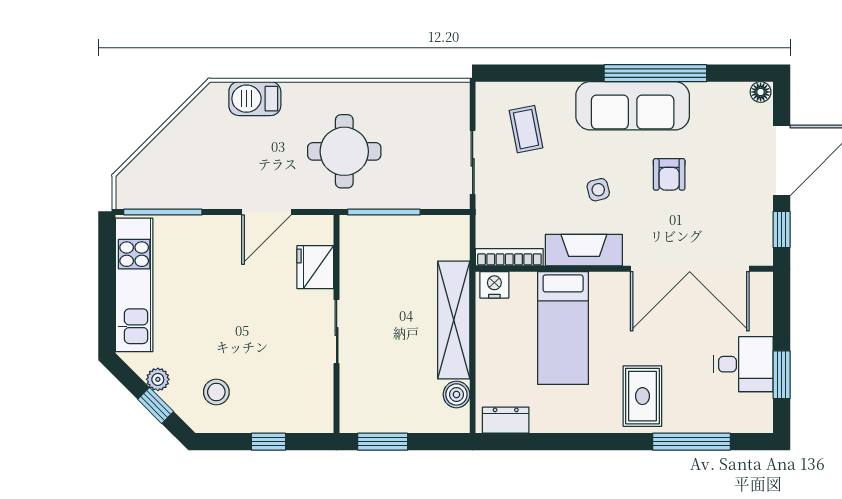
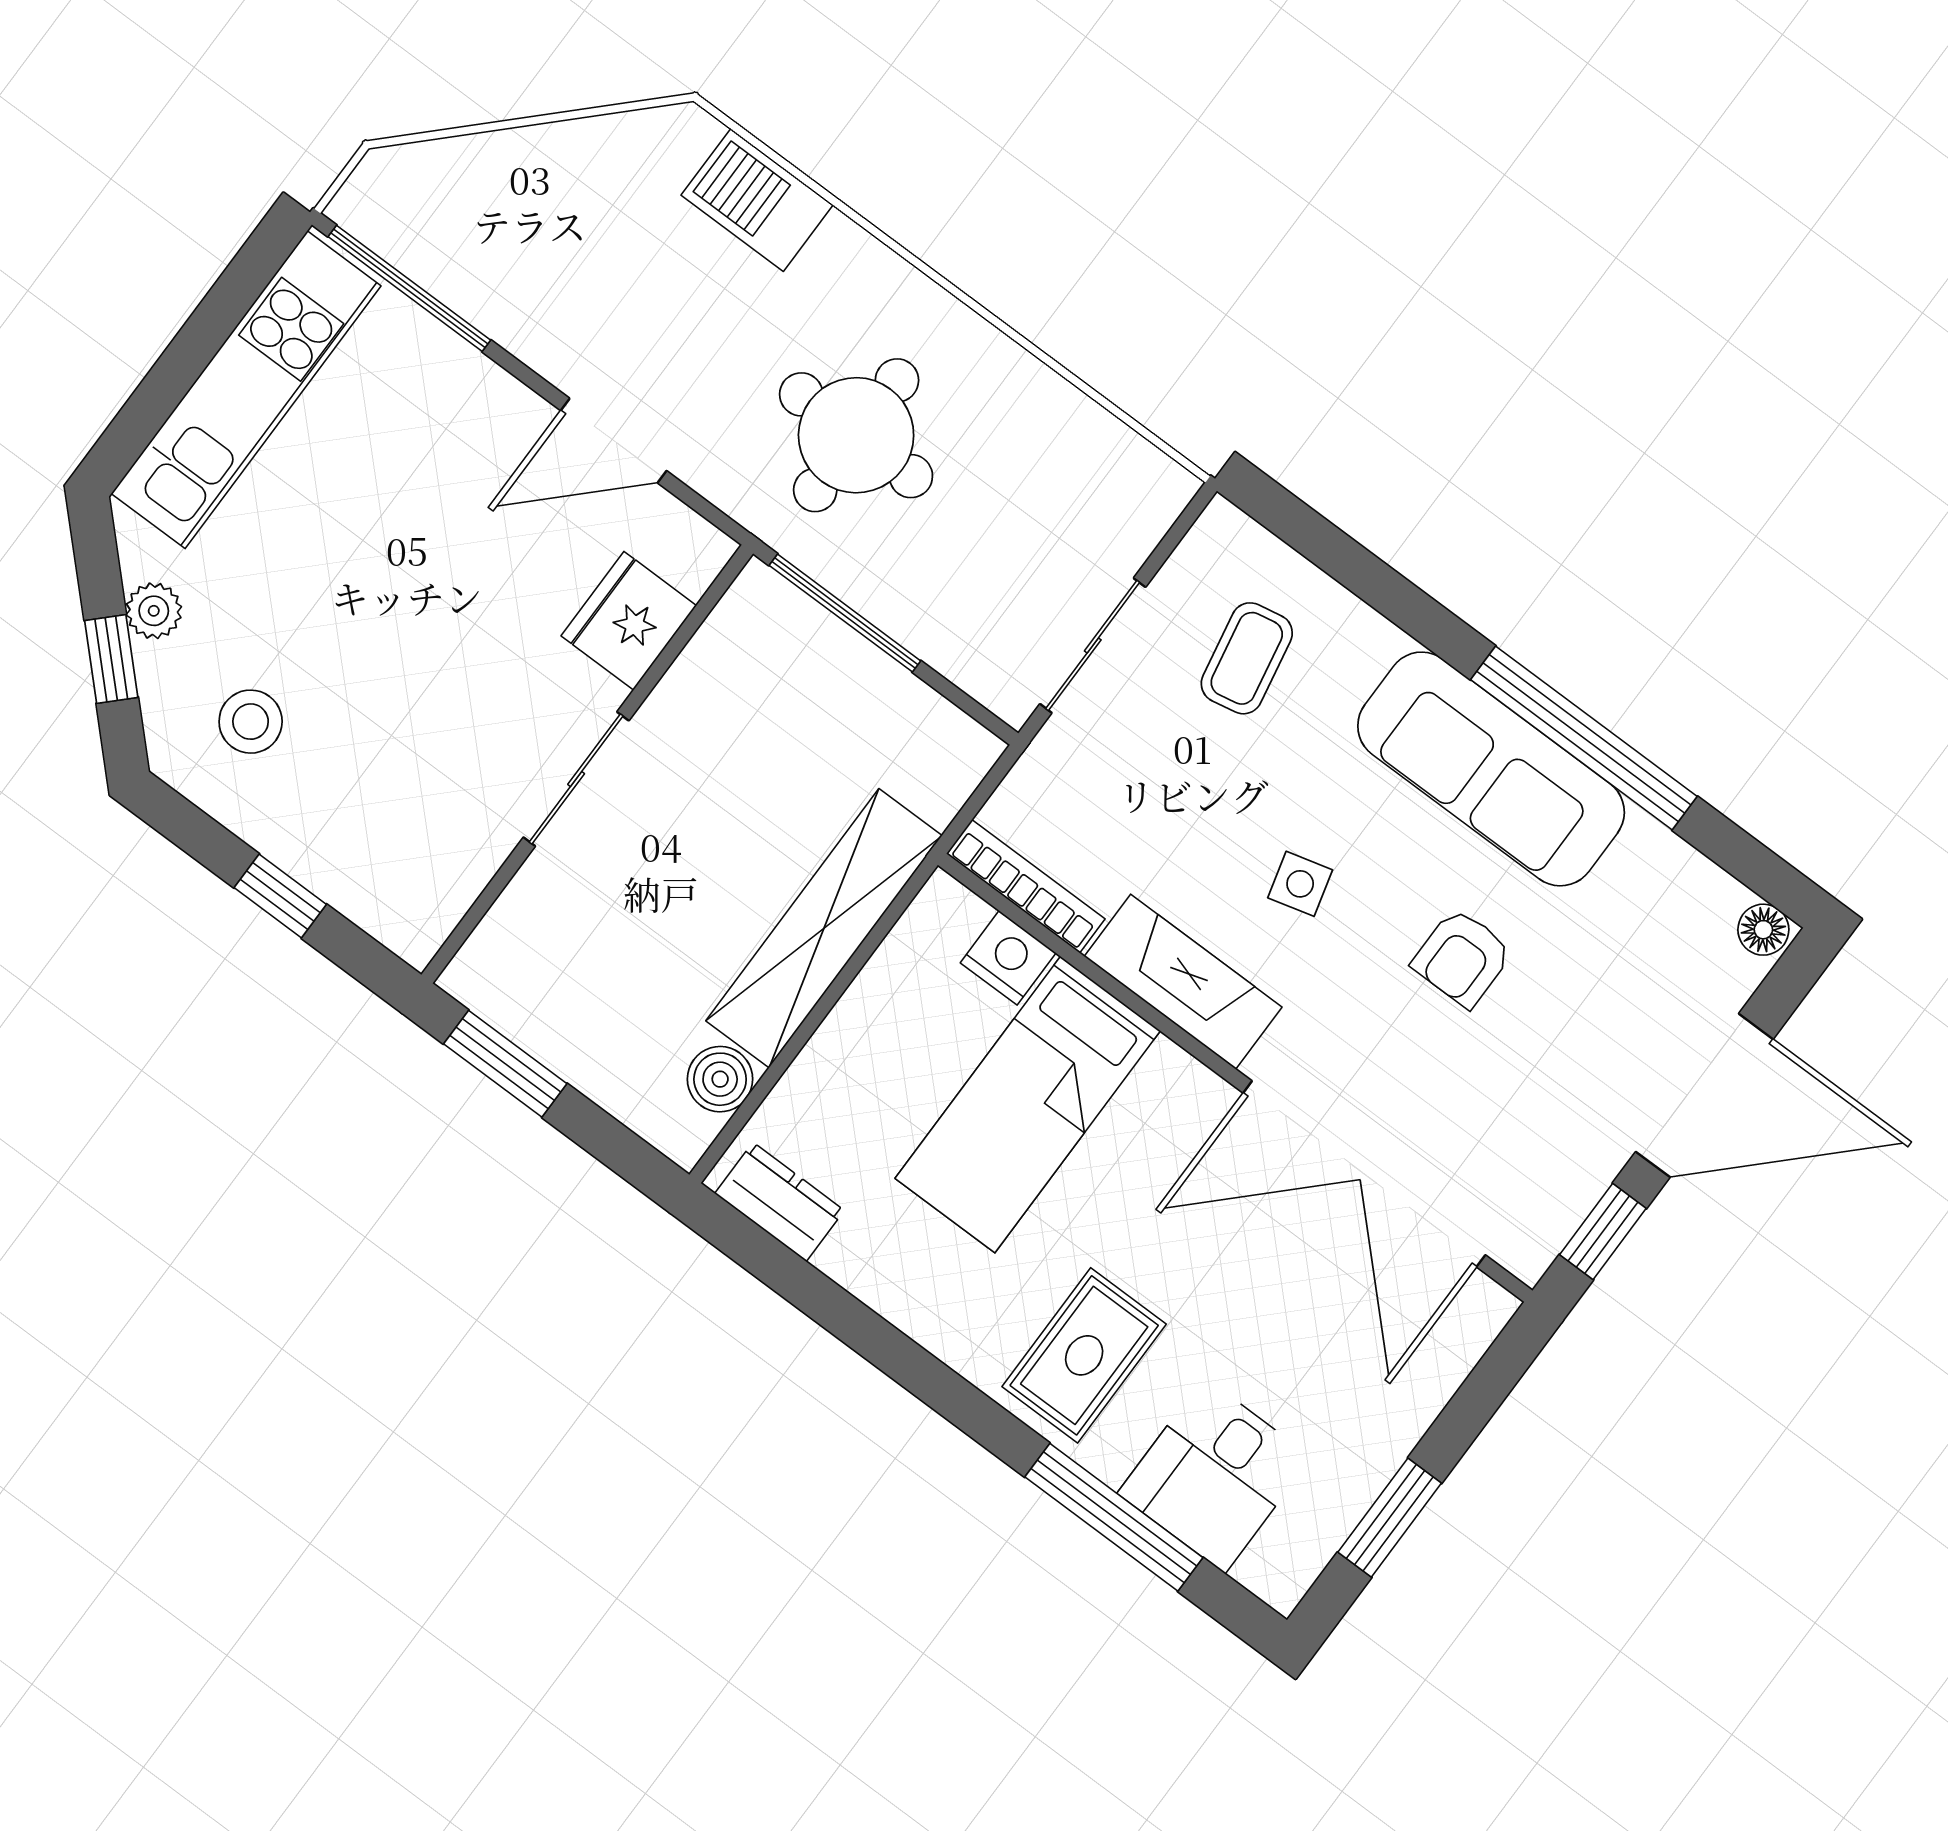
nightstand: (494, 285) -> (1008, 958), moved
desk: (743, 364) -> (1214, 1475), moved, turned 90

